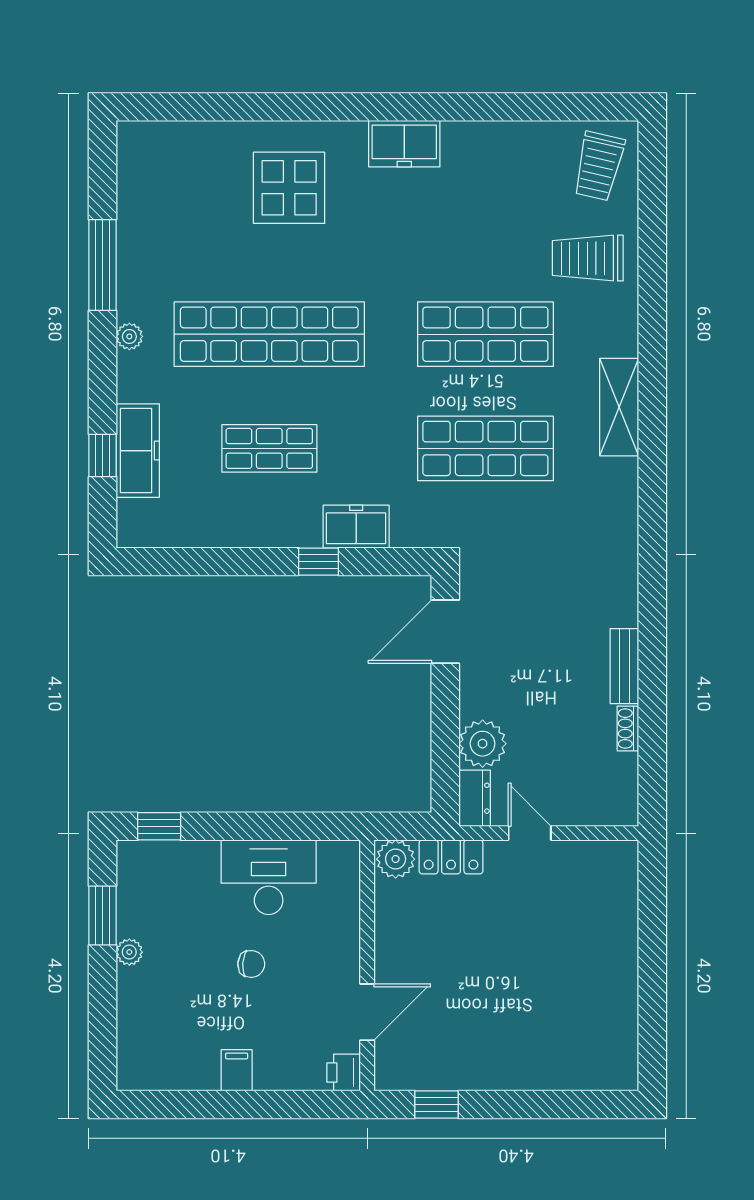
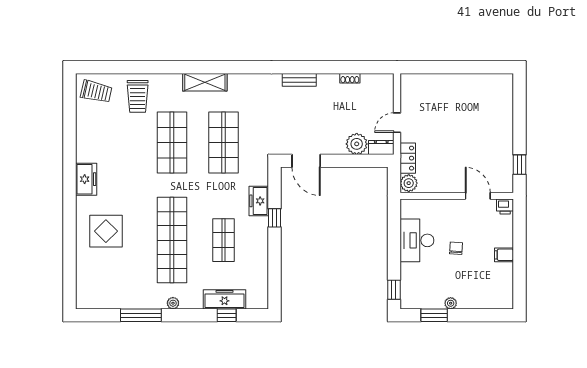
bench: (624, 666) -> (299, 80), moved

